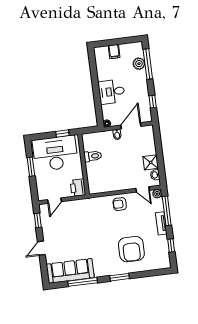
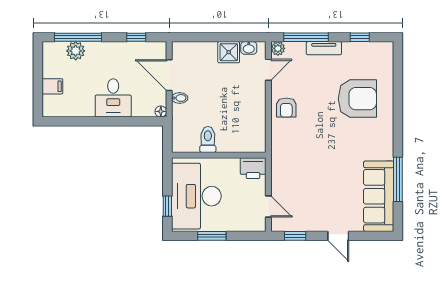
window: (62, 133) -> (167, 206), moved
window: (120, 277) -> (398, 122), removed

